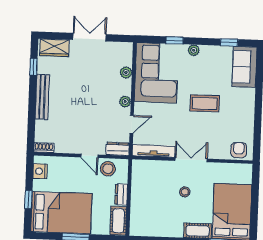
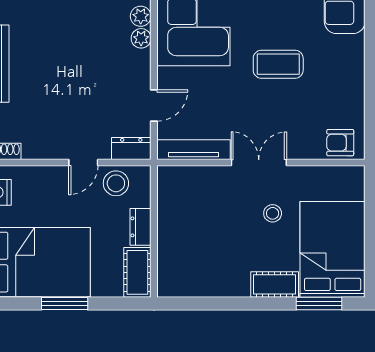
plant: (125, 102) -> (141, 38), moved
armchair: (239, 150) -> (340, 143), turned -90
door: (89, 156) -> (83, 163), hinge flipped
stool: (185, 192) -> (273, 213), moved

